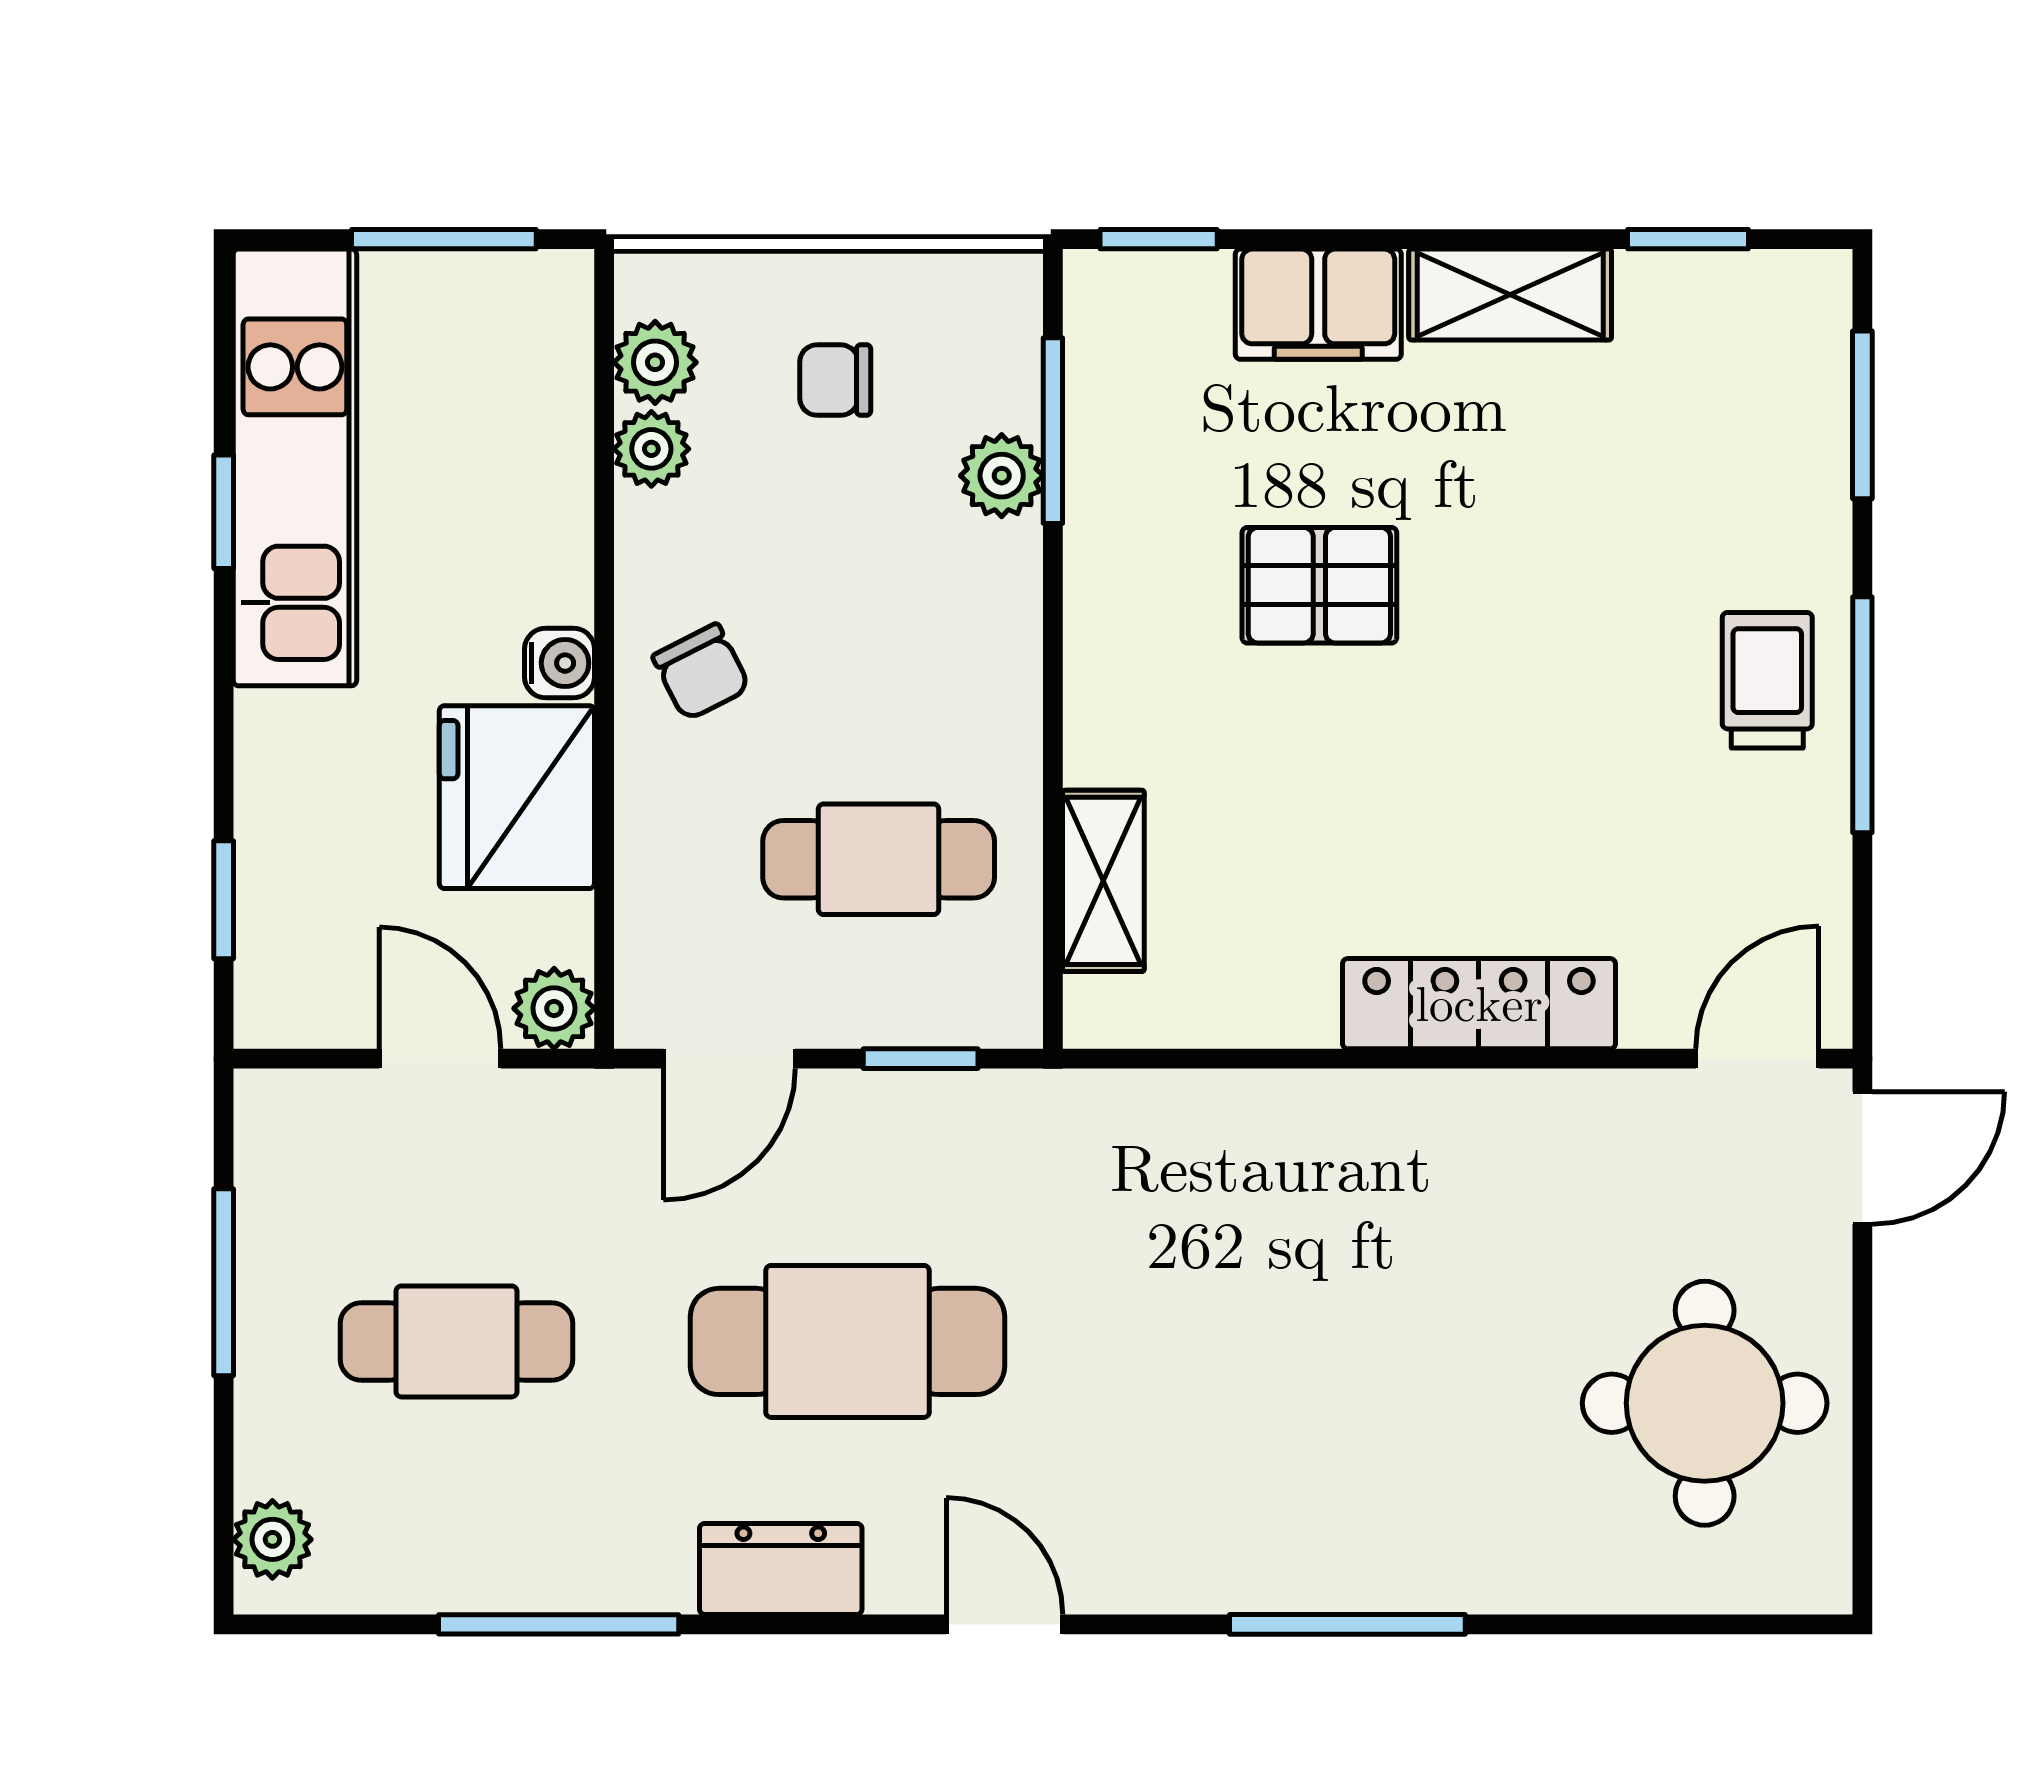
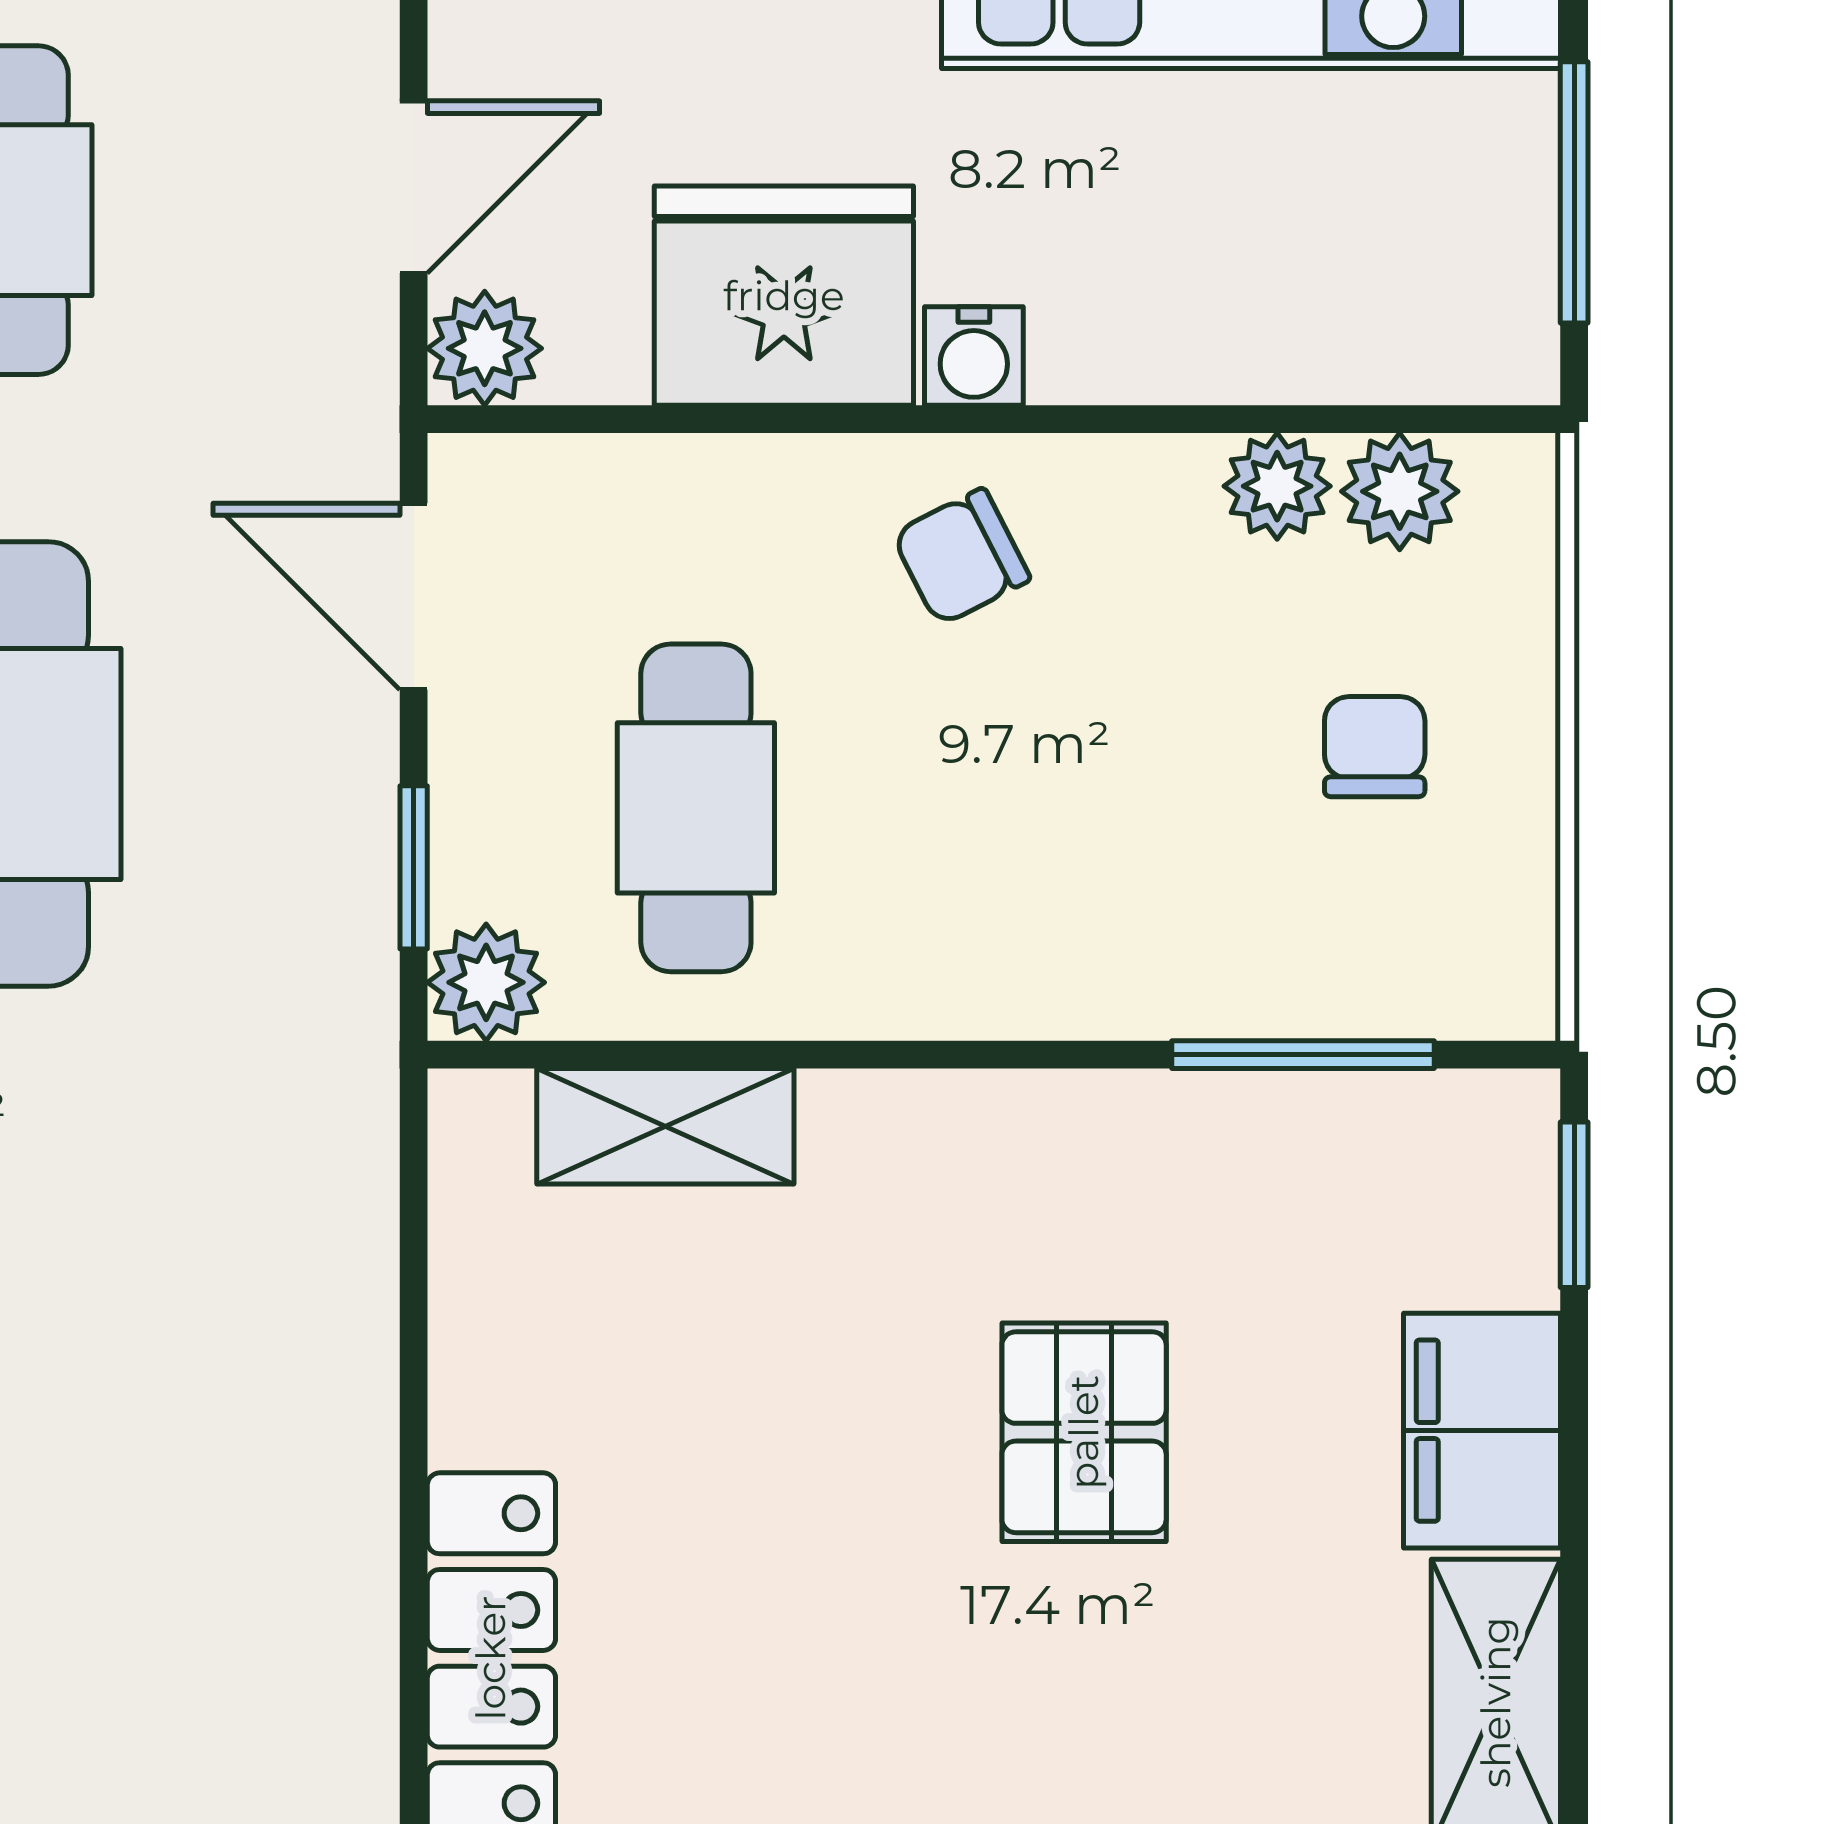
plant: (1002, 476) -> (486, 982), moved

